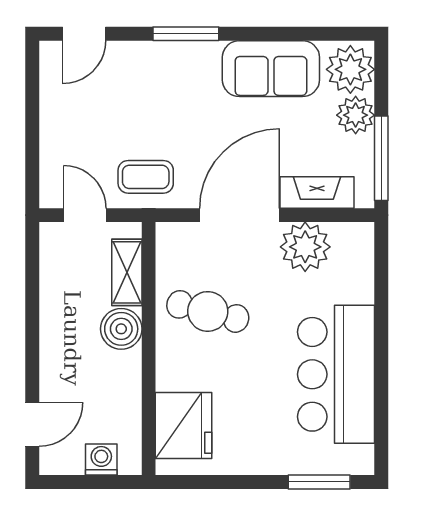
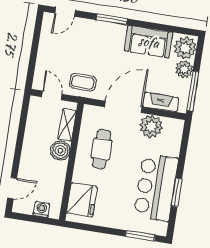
cafe table: (208, 311) -> (101, 149), turned 76
window: (381, 378) -> (177, 192), added

